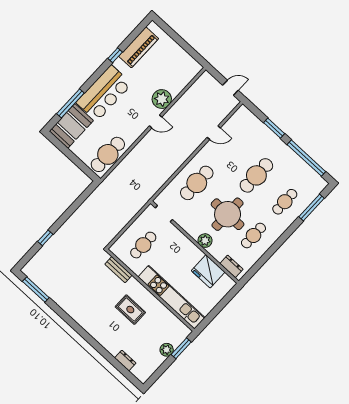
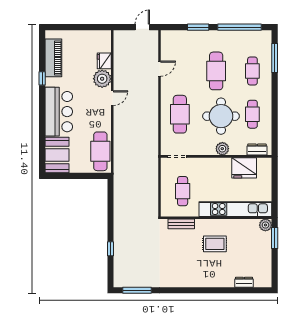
fridge: (176, 87) -> (104, 61), added
window: (70, 103) -> (42, 140), removed
plant: (167, 350) -> (265, 225), moved

